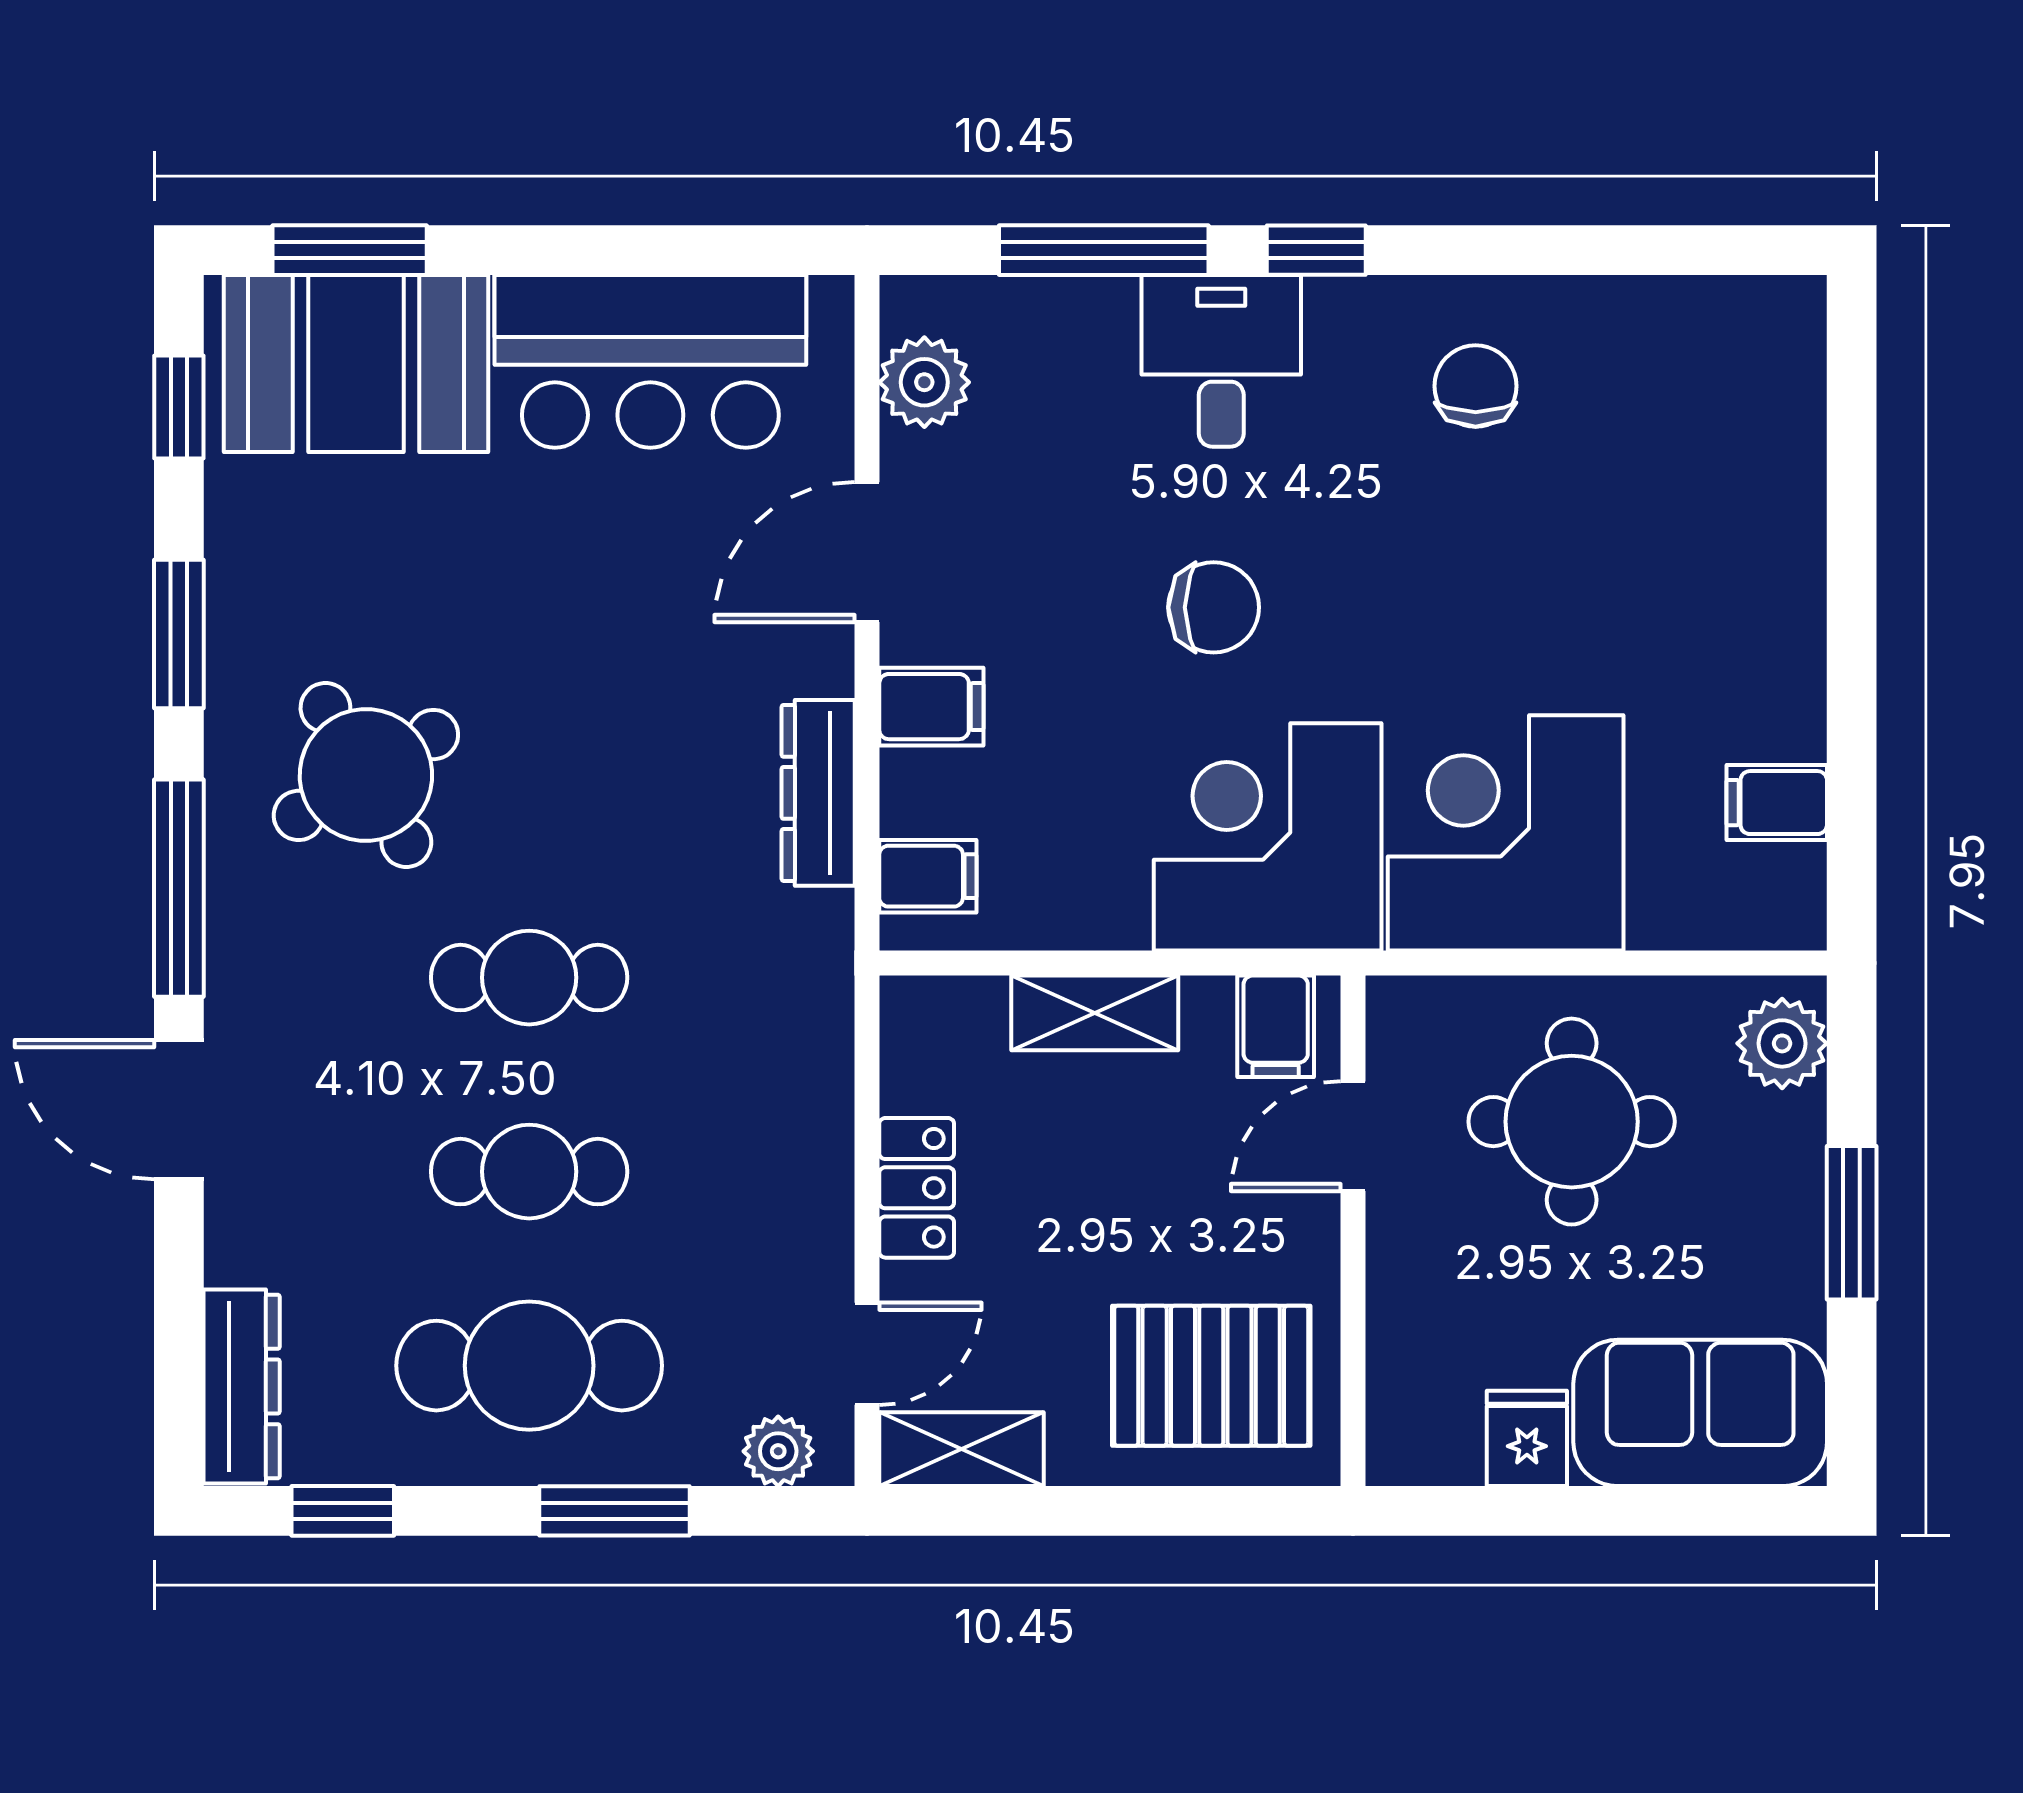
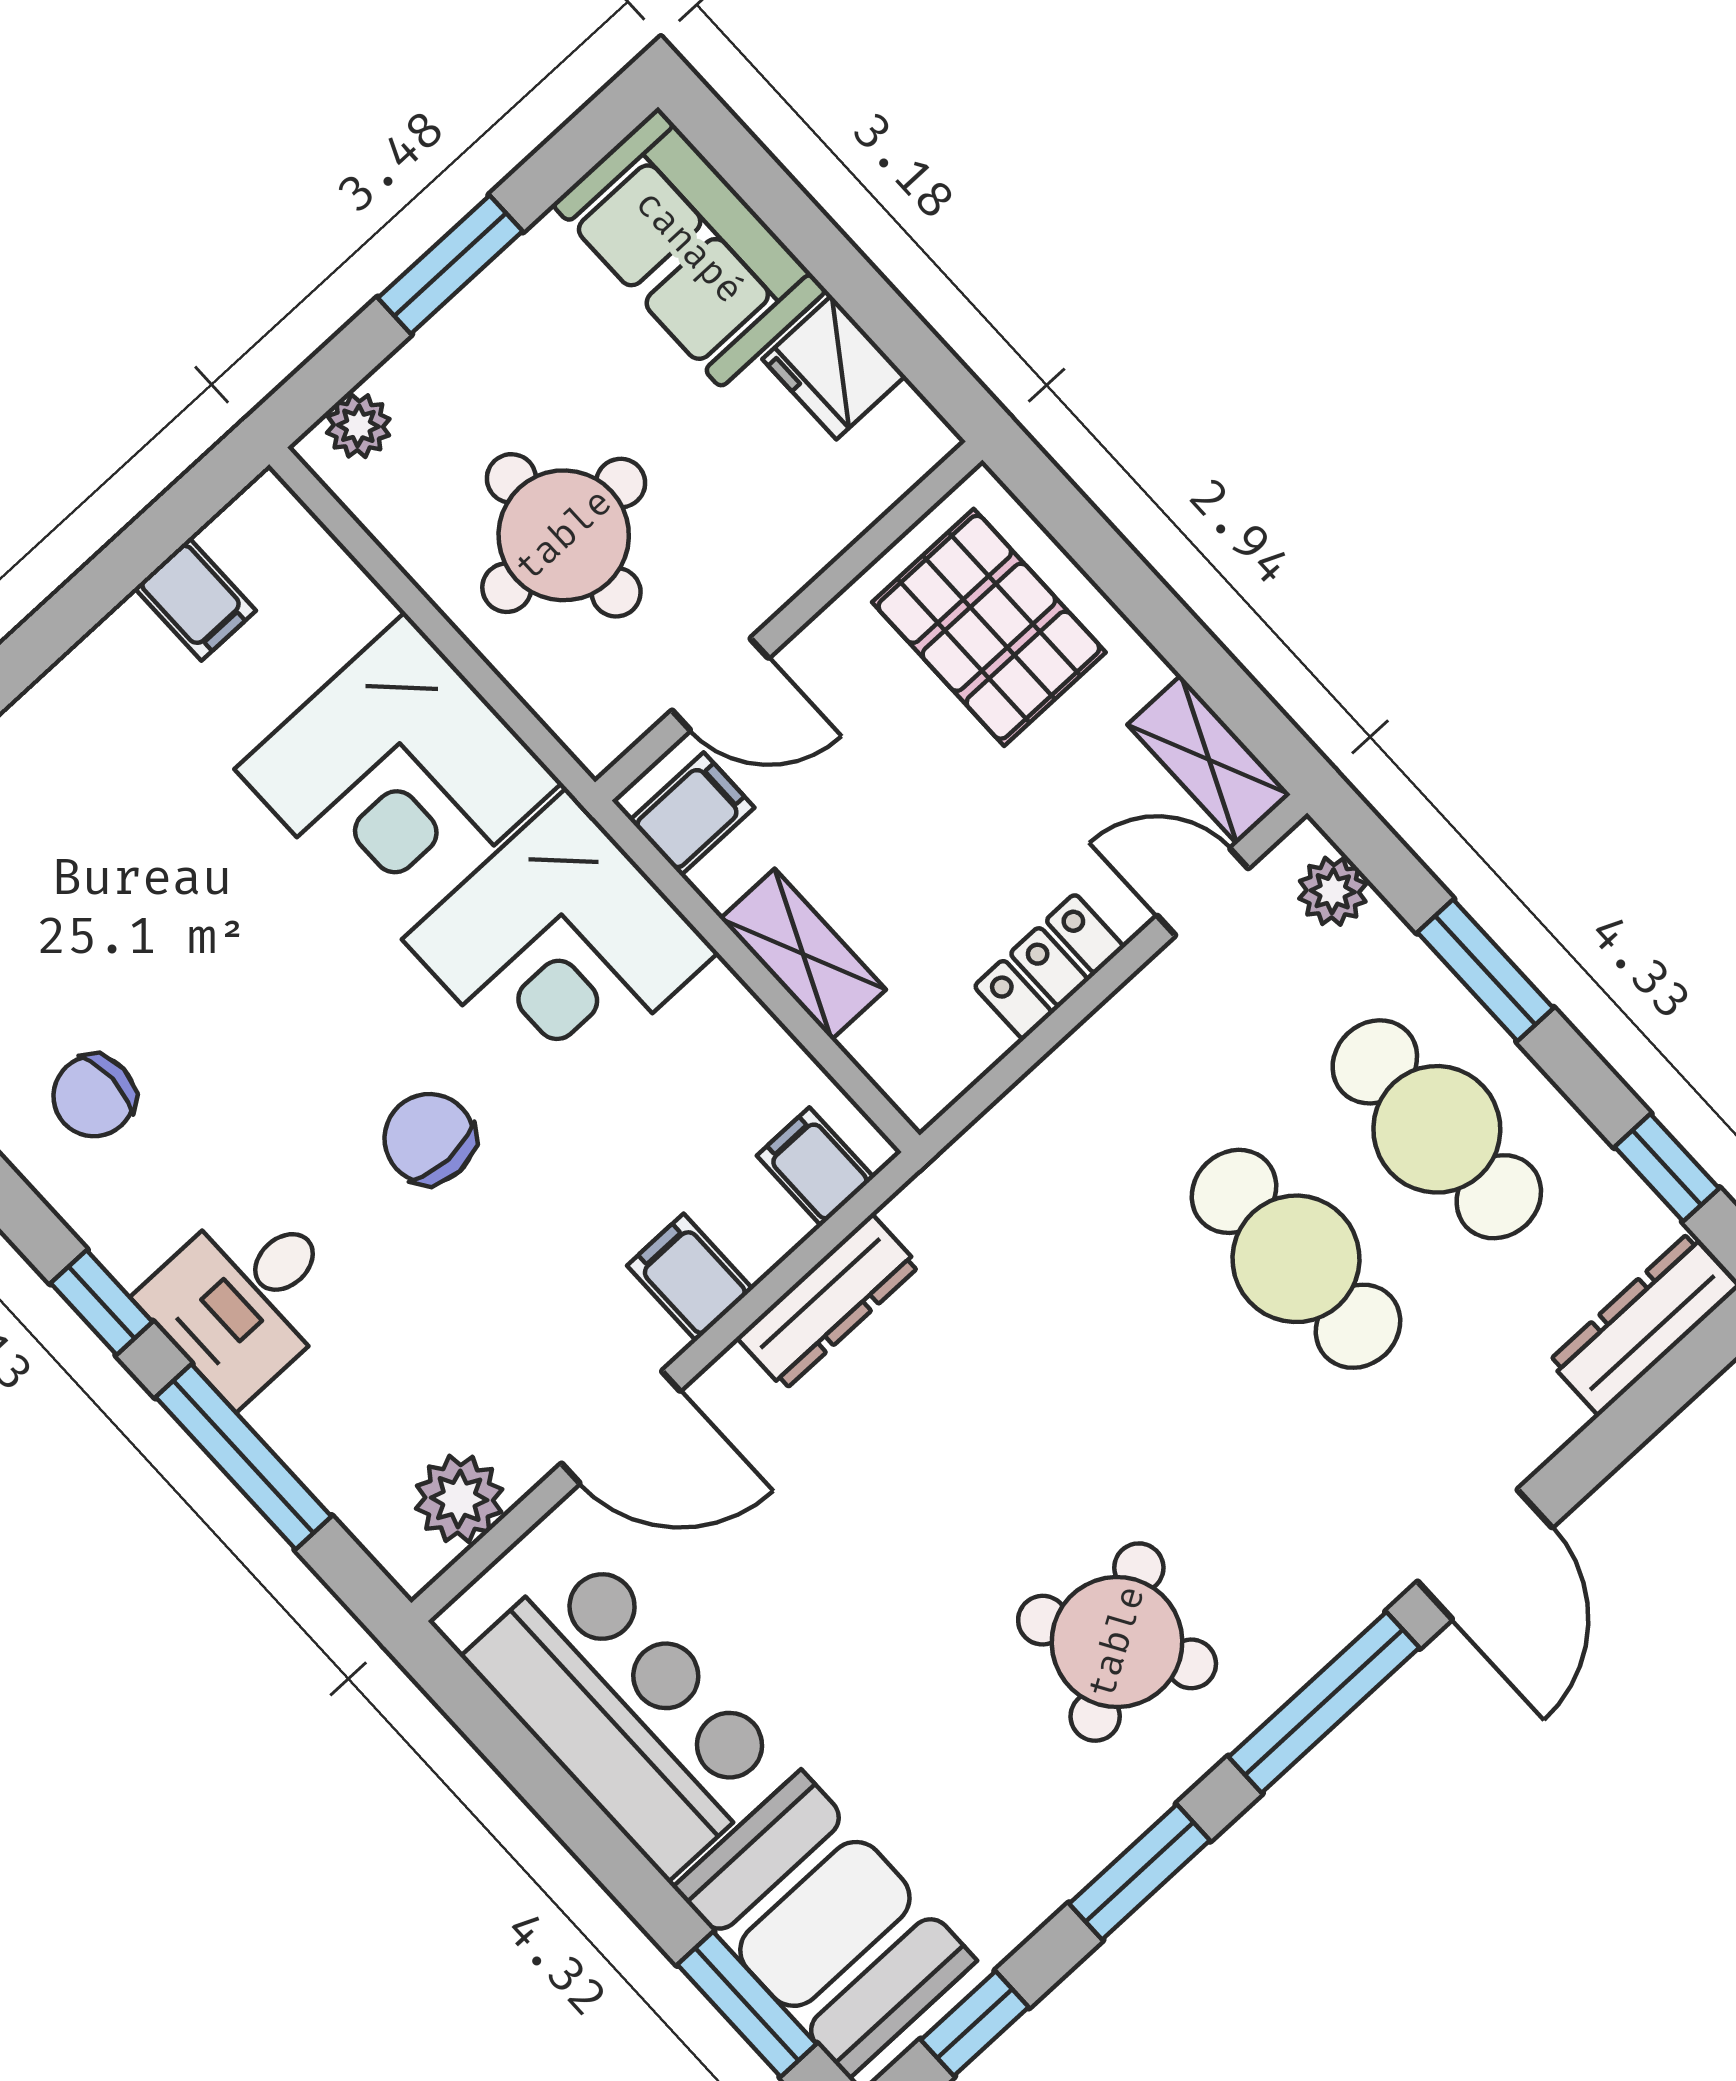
cafe table: (529, 978) -> (1155, 1388), removed
plant: (1782, 1043) -> (358, 426), width x0.73, depth x0.73
cafe table: (529, 1172) -> (1296, 1259), width x1.37, depth x1.35
fridge: (1527, 1438) -> (834, 368), width x1.38

